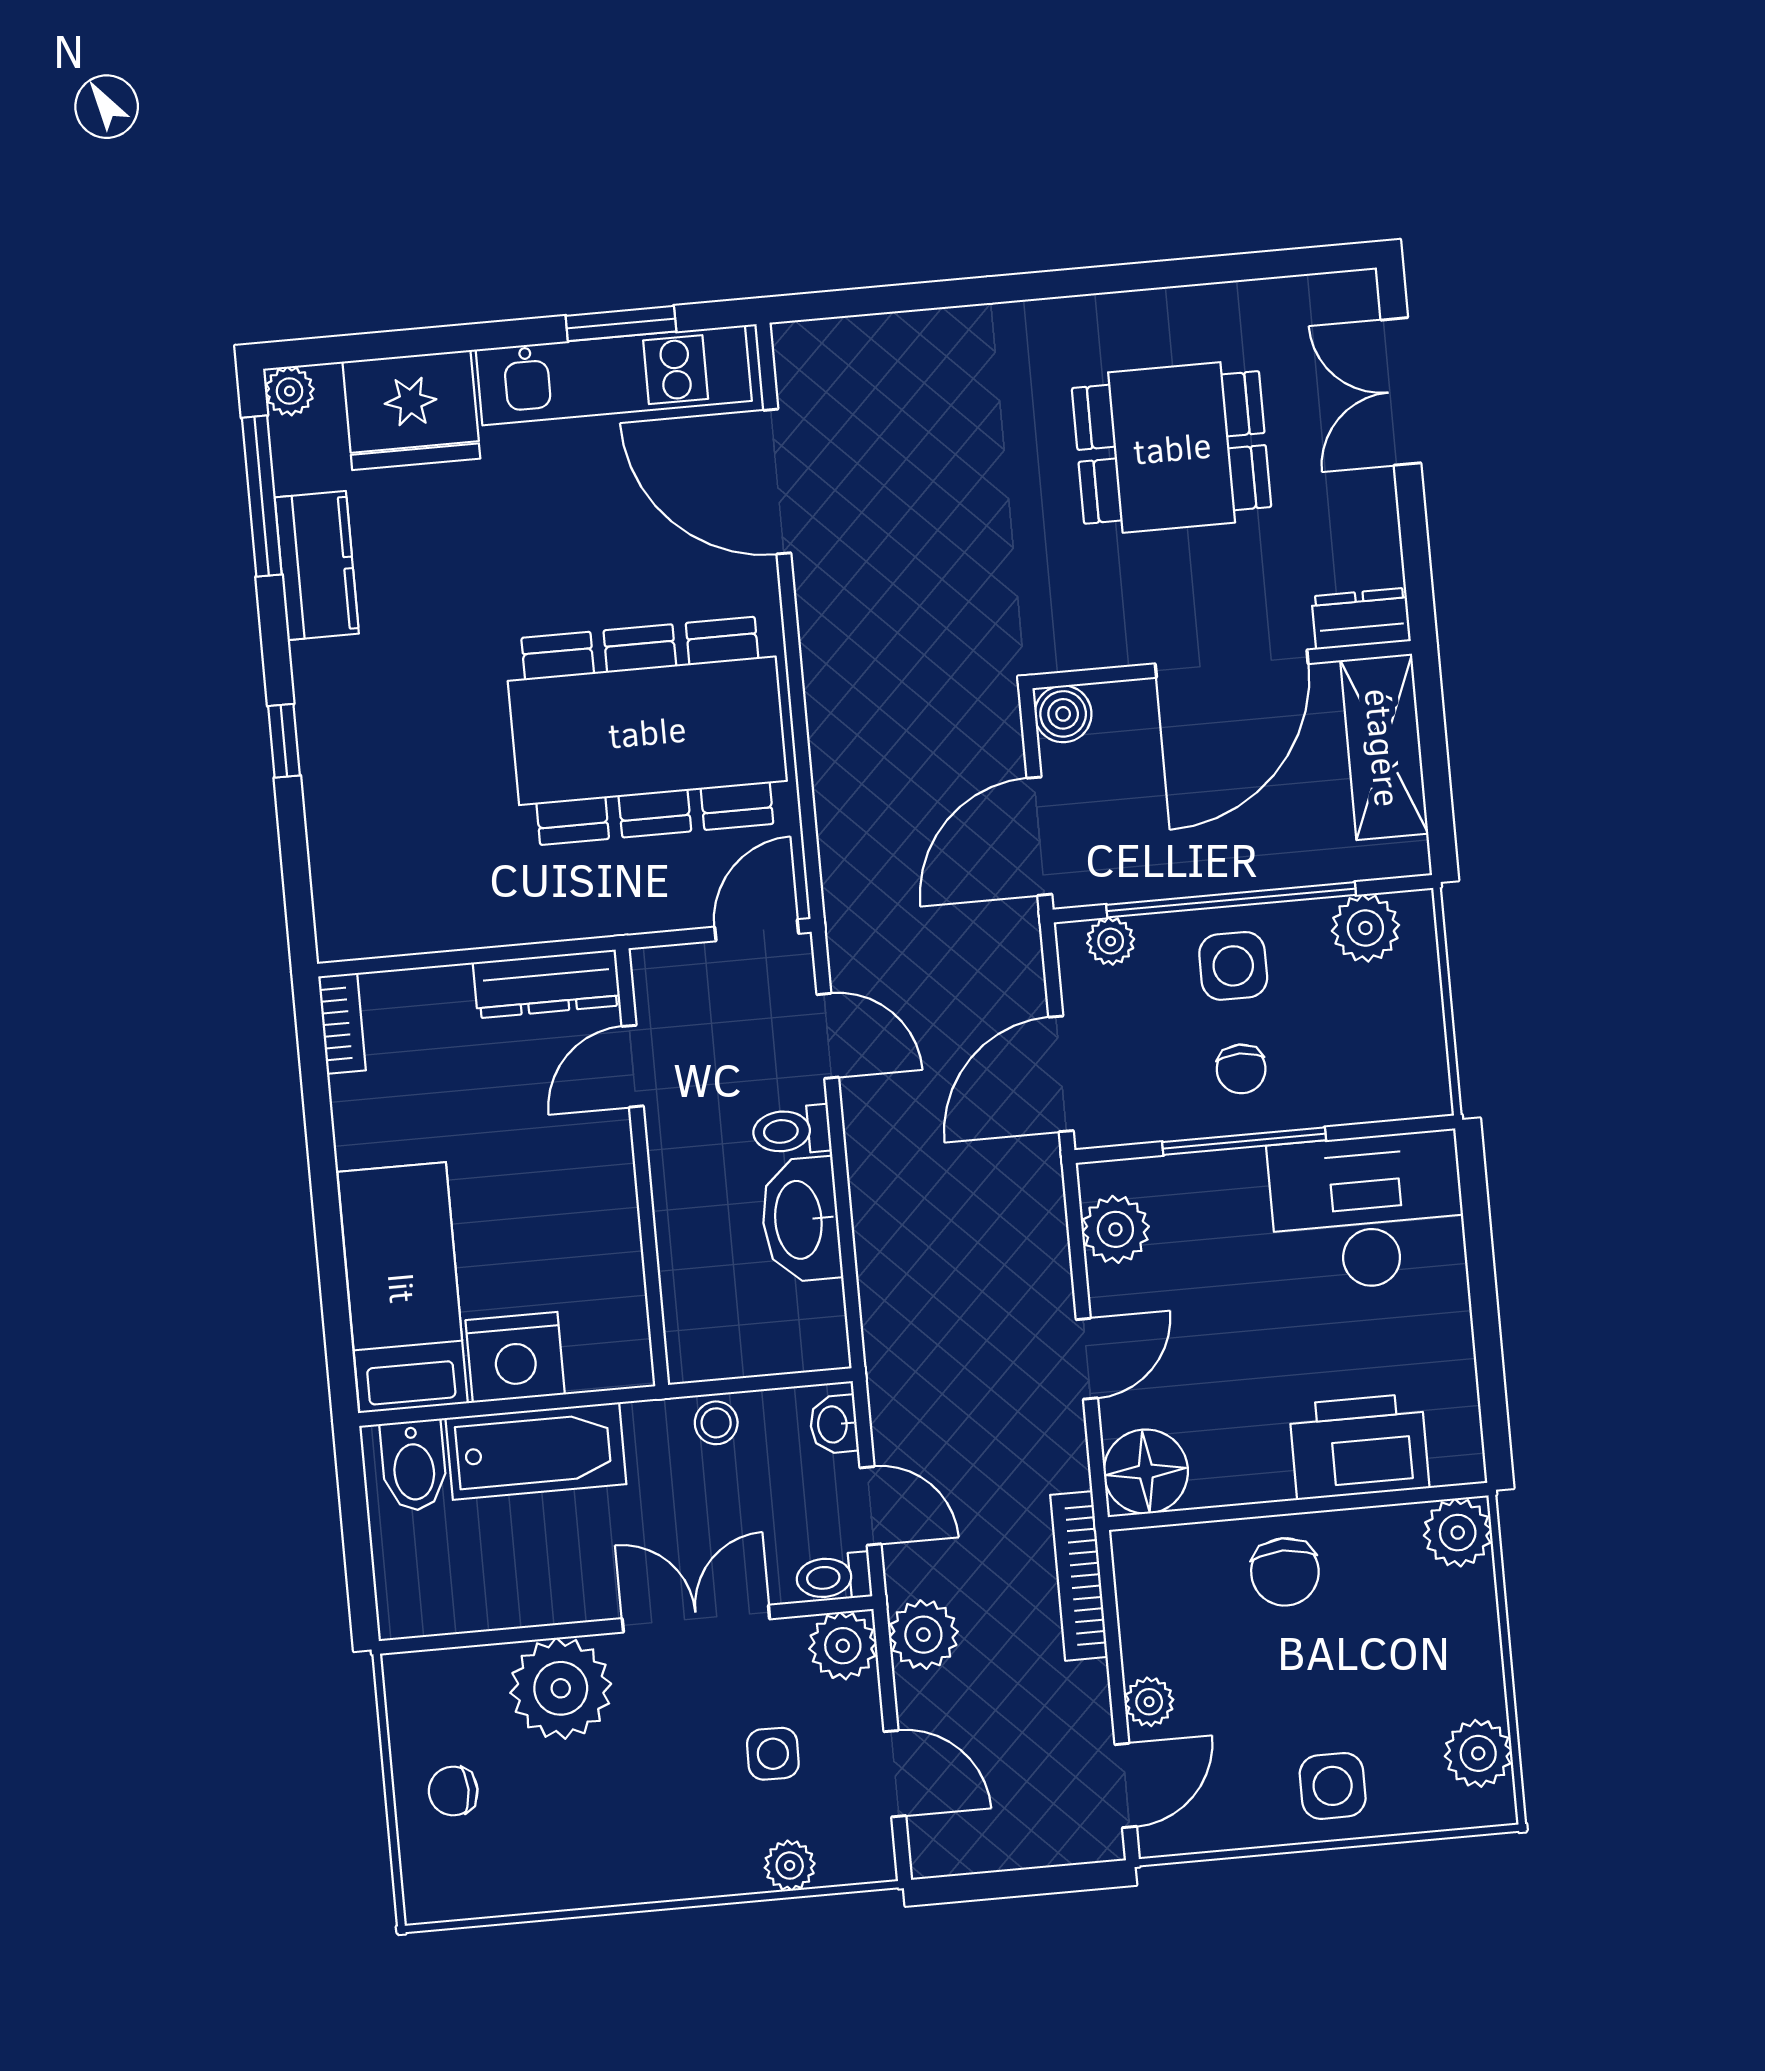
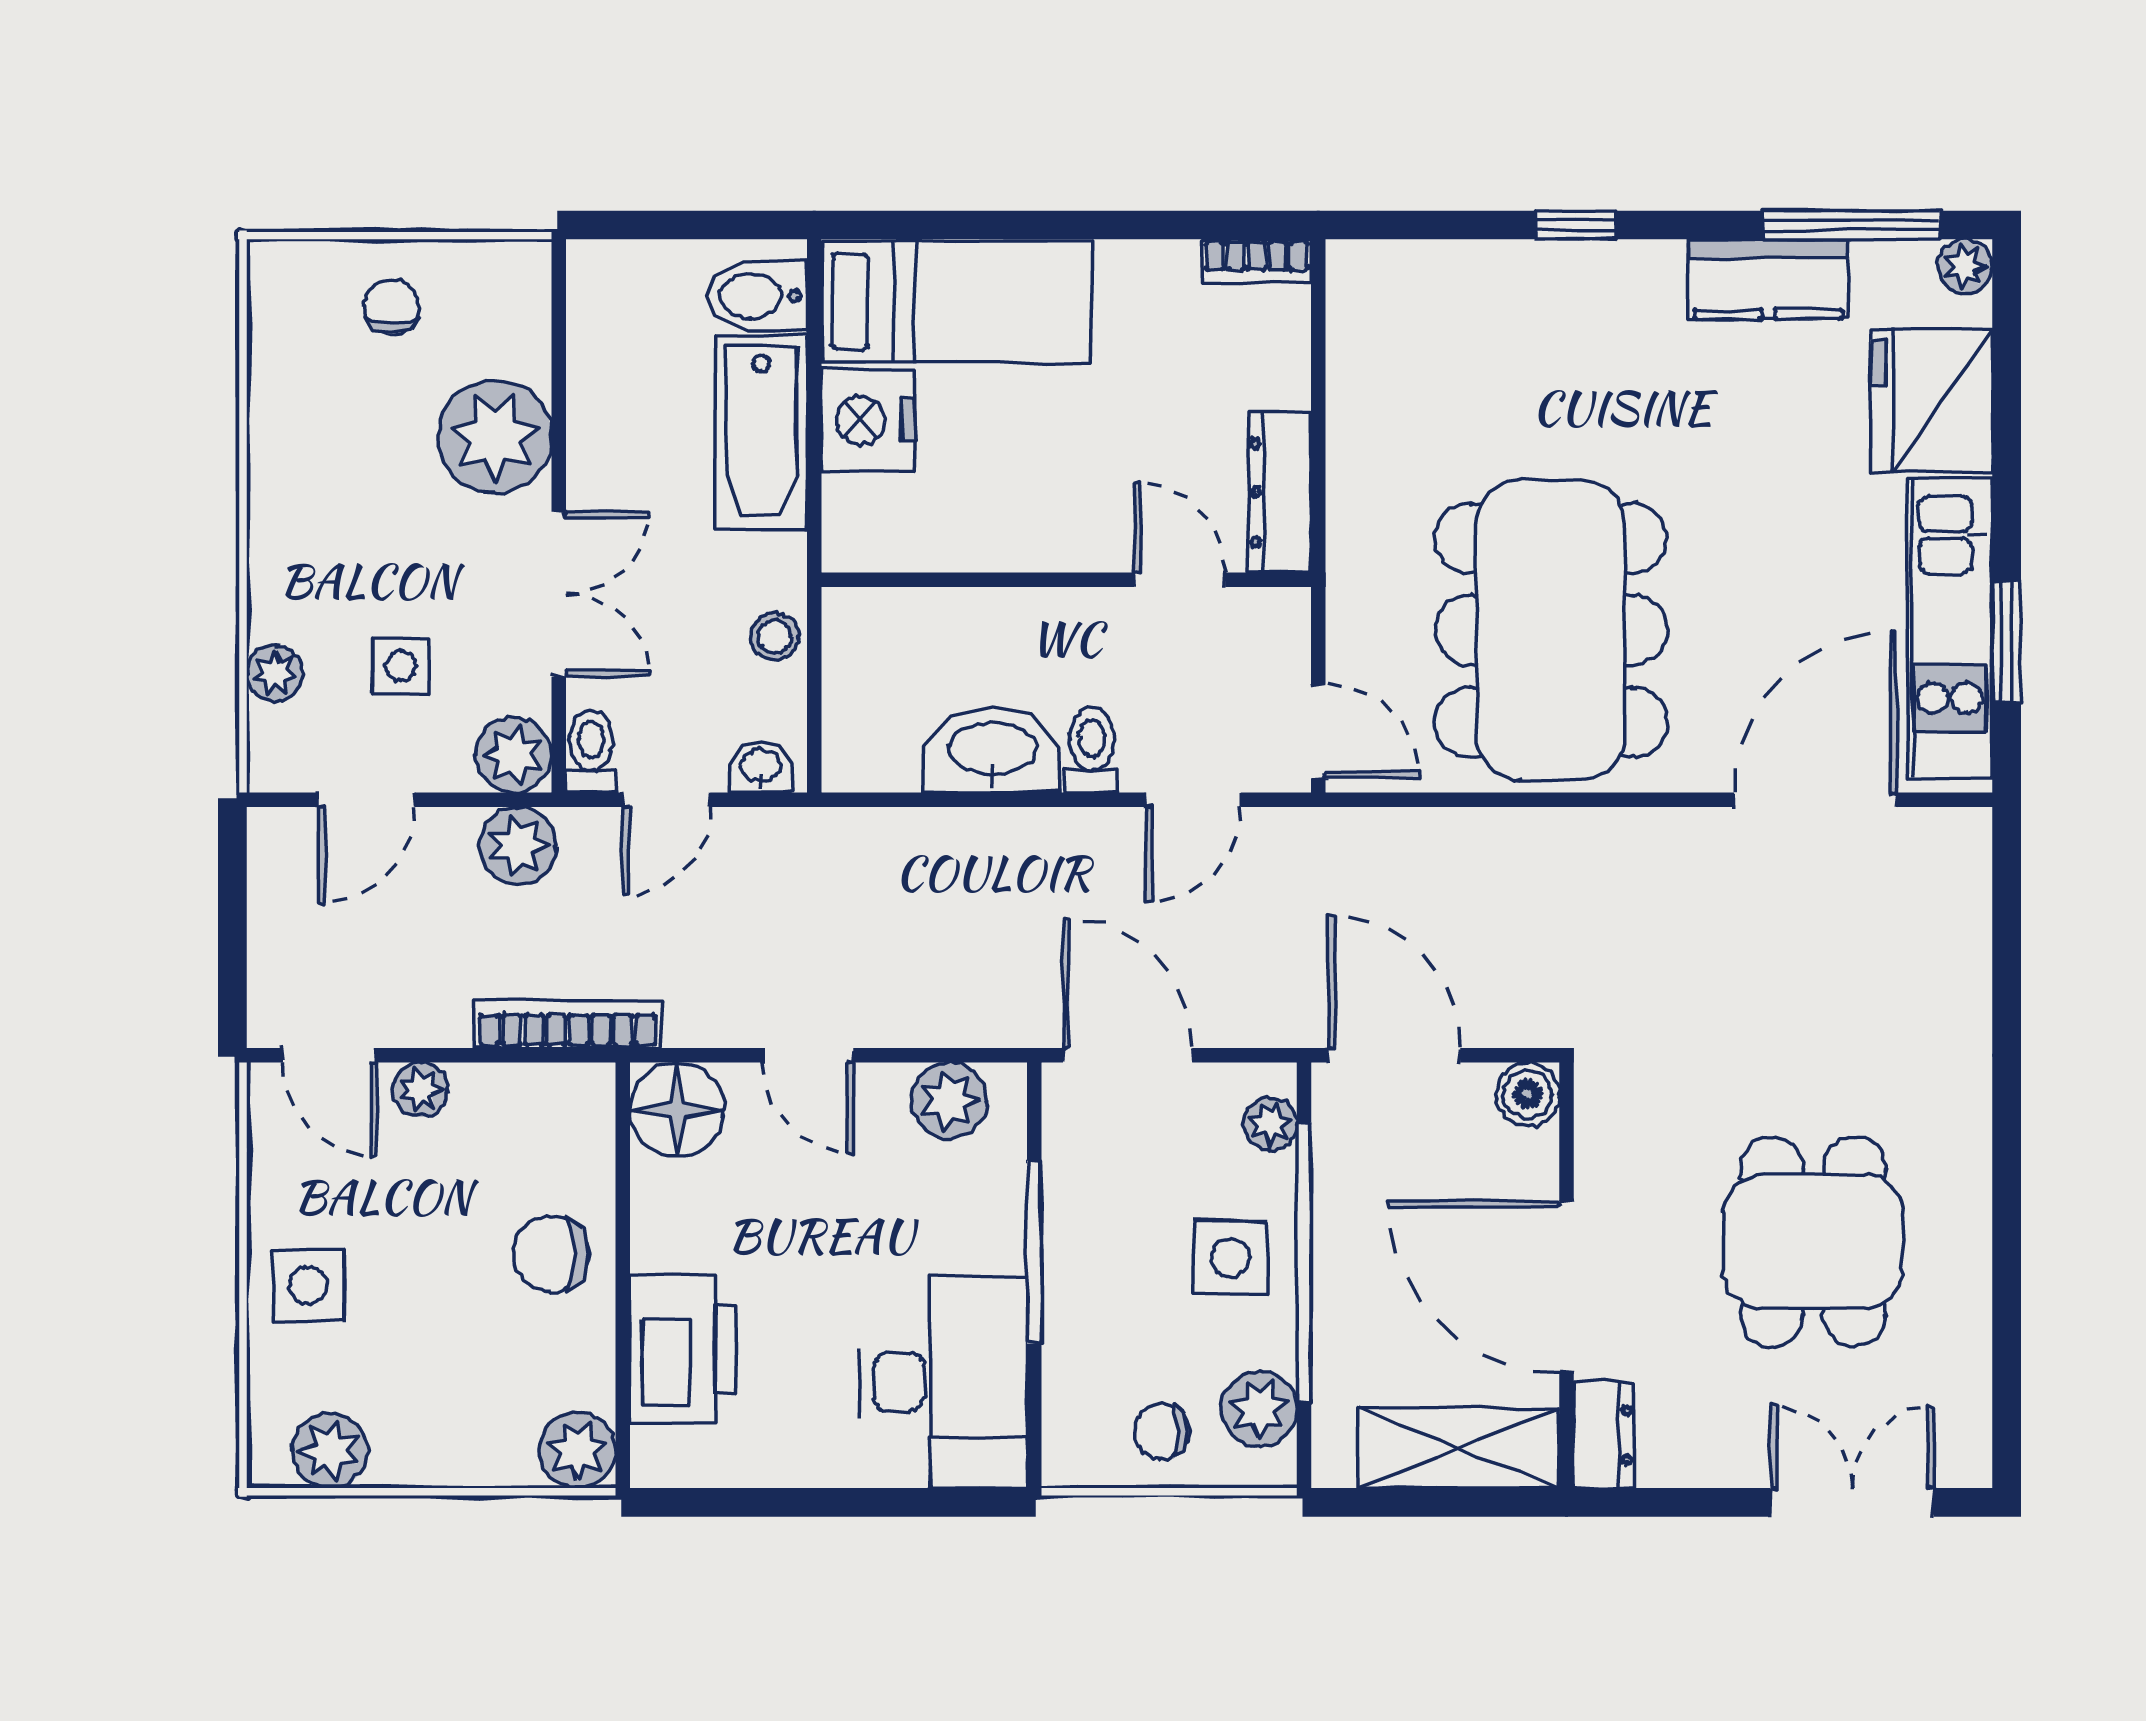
chair: (1241, 1069) -> (1162, 1432), moved

